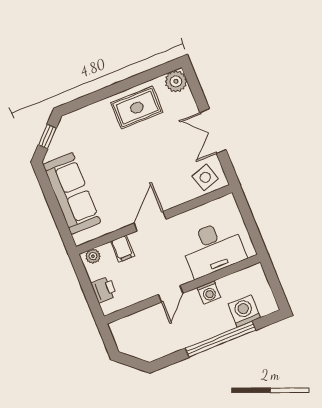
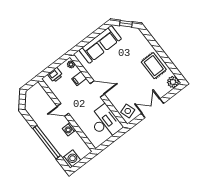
desk: (213, 248) -> (105, 122), moved, turned 180
washing machine: (244, 311) -> (71, 159), moved

